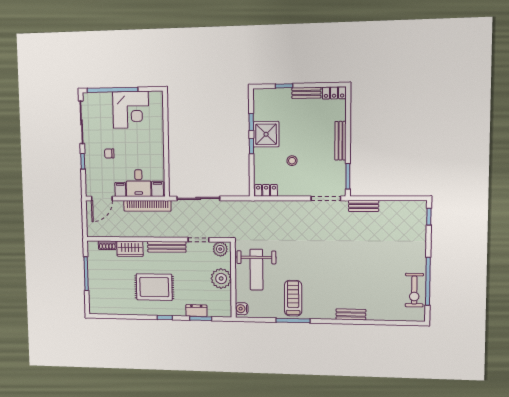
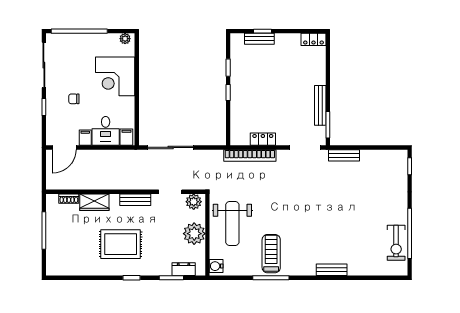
bench: (306, 93) -> (259, 39), moved
plant: (154, 96) -> (125, 39), added
corner desk: (131, 110) -> (115, 76), moved, turned 90
shower: (266, 134) -> (244, 81), removed
bench: (340, 141) -> (320, 105), moved
stool: (292, 161) -> (270, 108), removed
locker: (266, 190) -> (263, 139), moved
bookcase: (147, 206) -> (250, 155), moved
bench: (167, 247) -> (135, 200), width x0.73
dresser: (196, 311) -> (184, 269), moved

